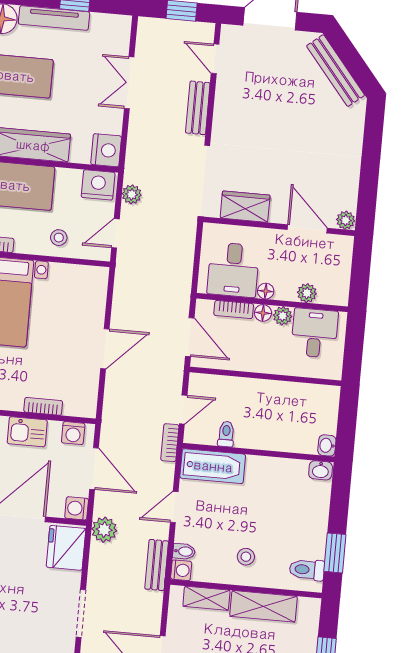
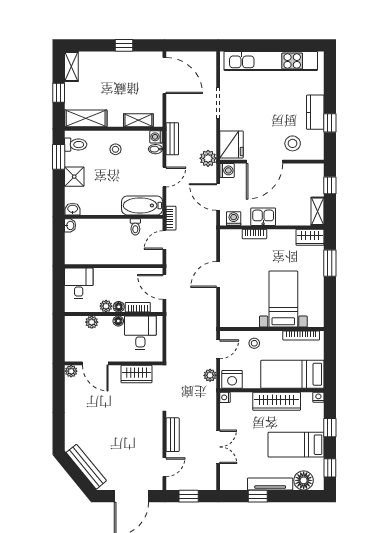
door: (215, 59) -> (164, 467), hinge flipped
nightstand: (106, 150) -> (225, 397), width x0.53, depth x0.56
desk: (315, 333) -> (79, 283), moved, turned 180
shower: (313, 520) -> (74, 177), added
shelving: (263, 606) -> (86, 118), moved

